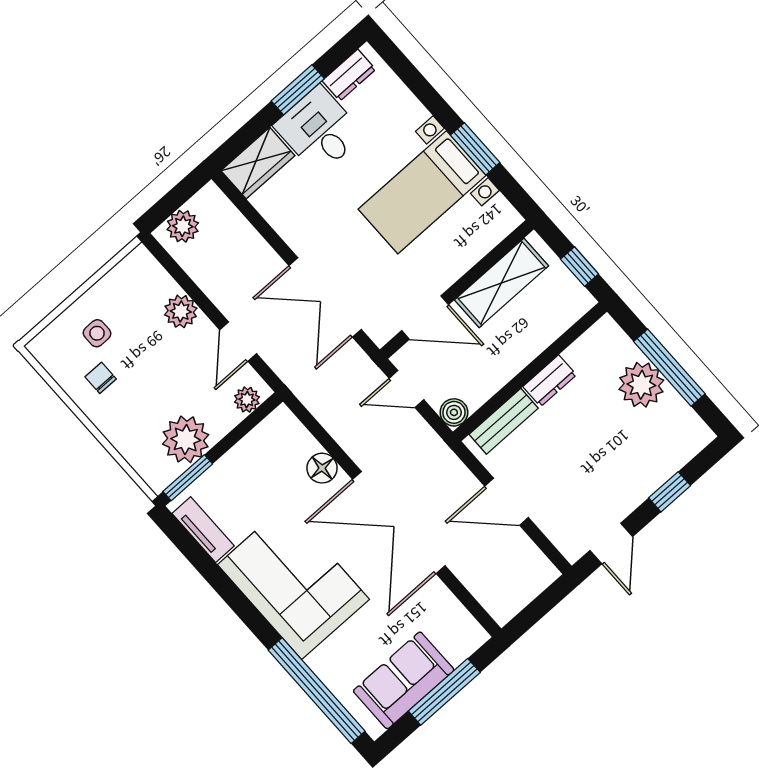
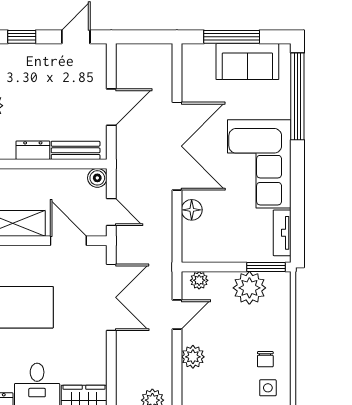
side table: (97, 333) -> (268, 388), moved
door: (507, 502) -> (111, 107), hinge flipped

